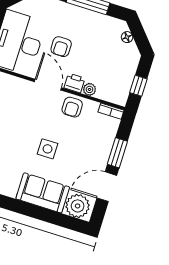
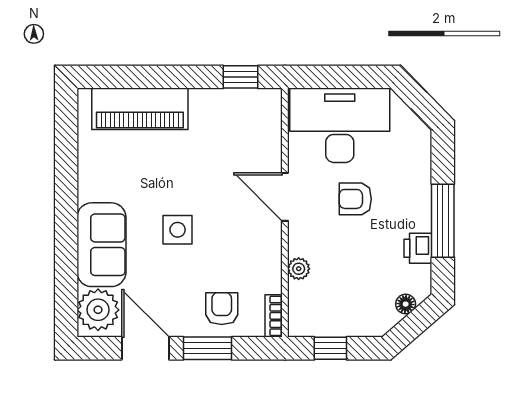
printer: (74, 83) -> (418, 248), moved, turned 180
door: (48, 85) -> (285, 197), swing flipped
armchair: (72, 107) -> (222, 309), moved, turned 90

